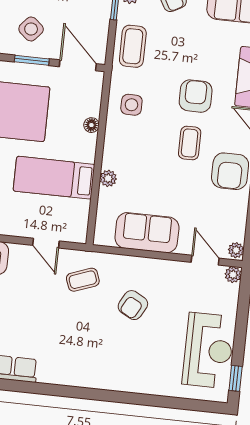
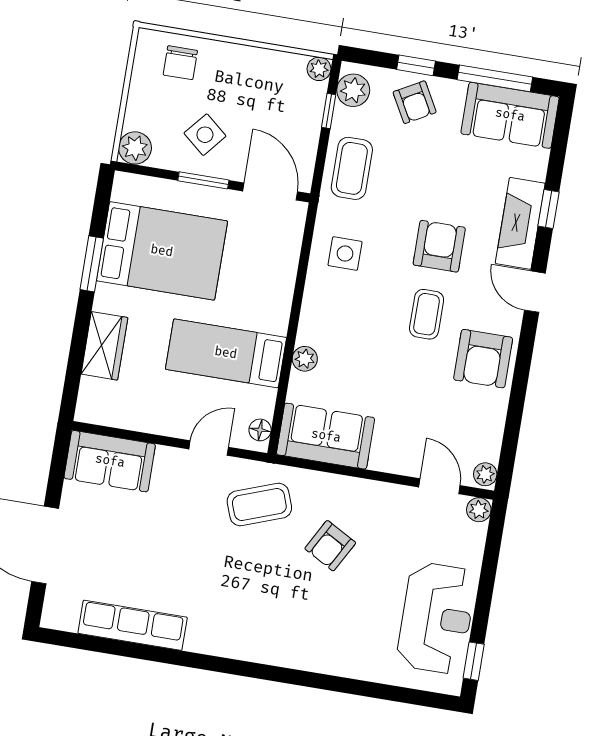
floor lamp: (91, 125) -> (260, 430), moved
sofa: (147, 233) -> (326, 436), moved
door: (46, 243) -> (209, 448), swing flipped
coffee table: (83, 280) -> (259, 504), width x1.36, depth x1.30

